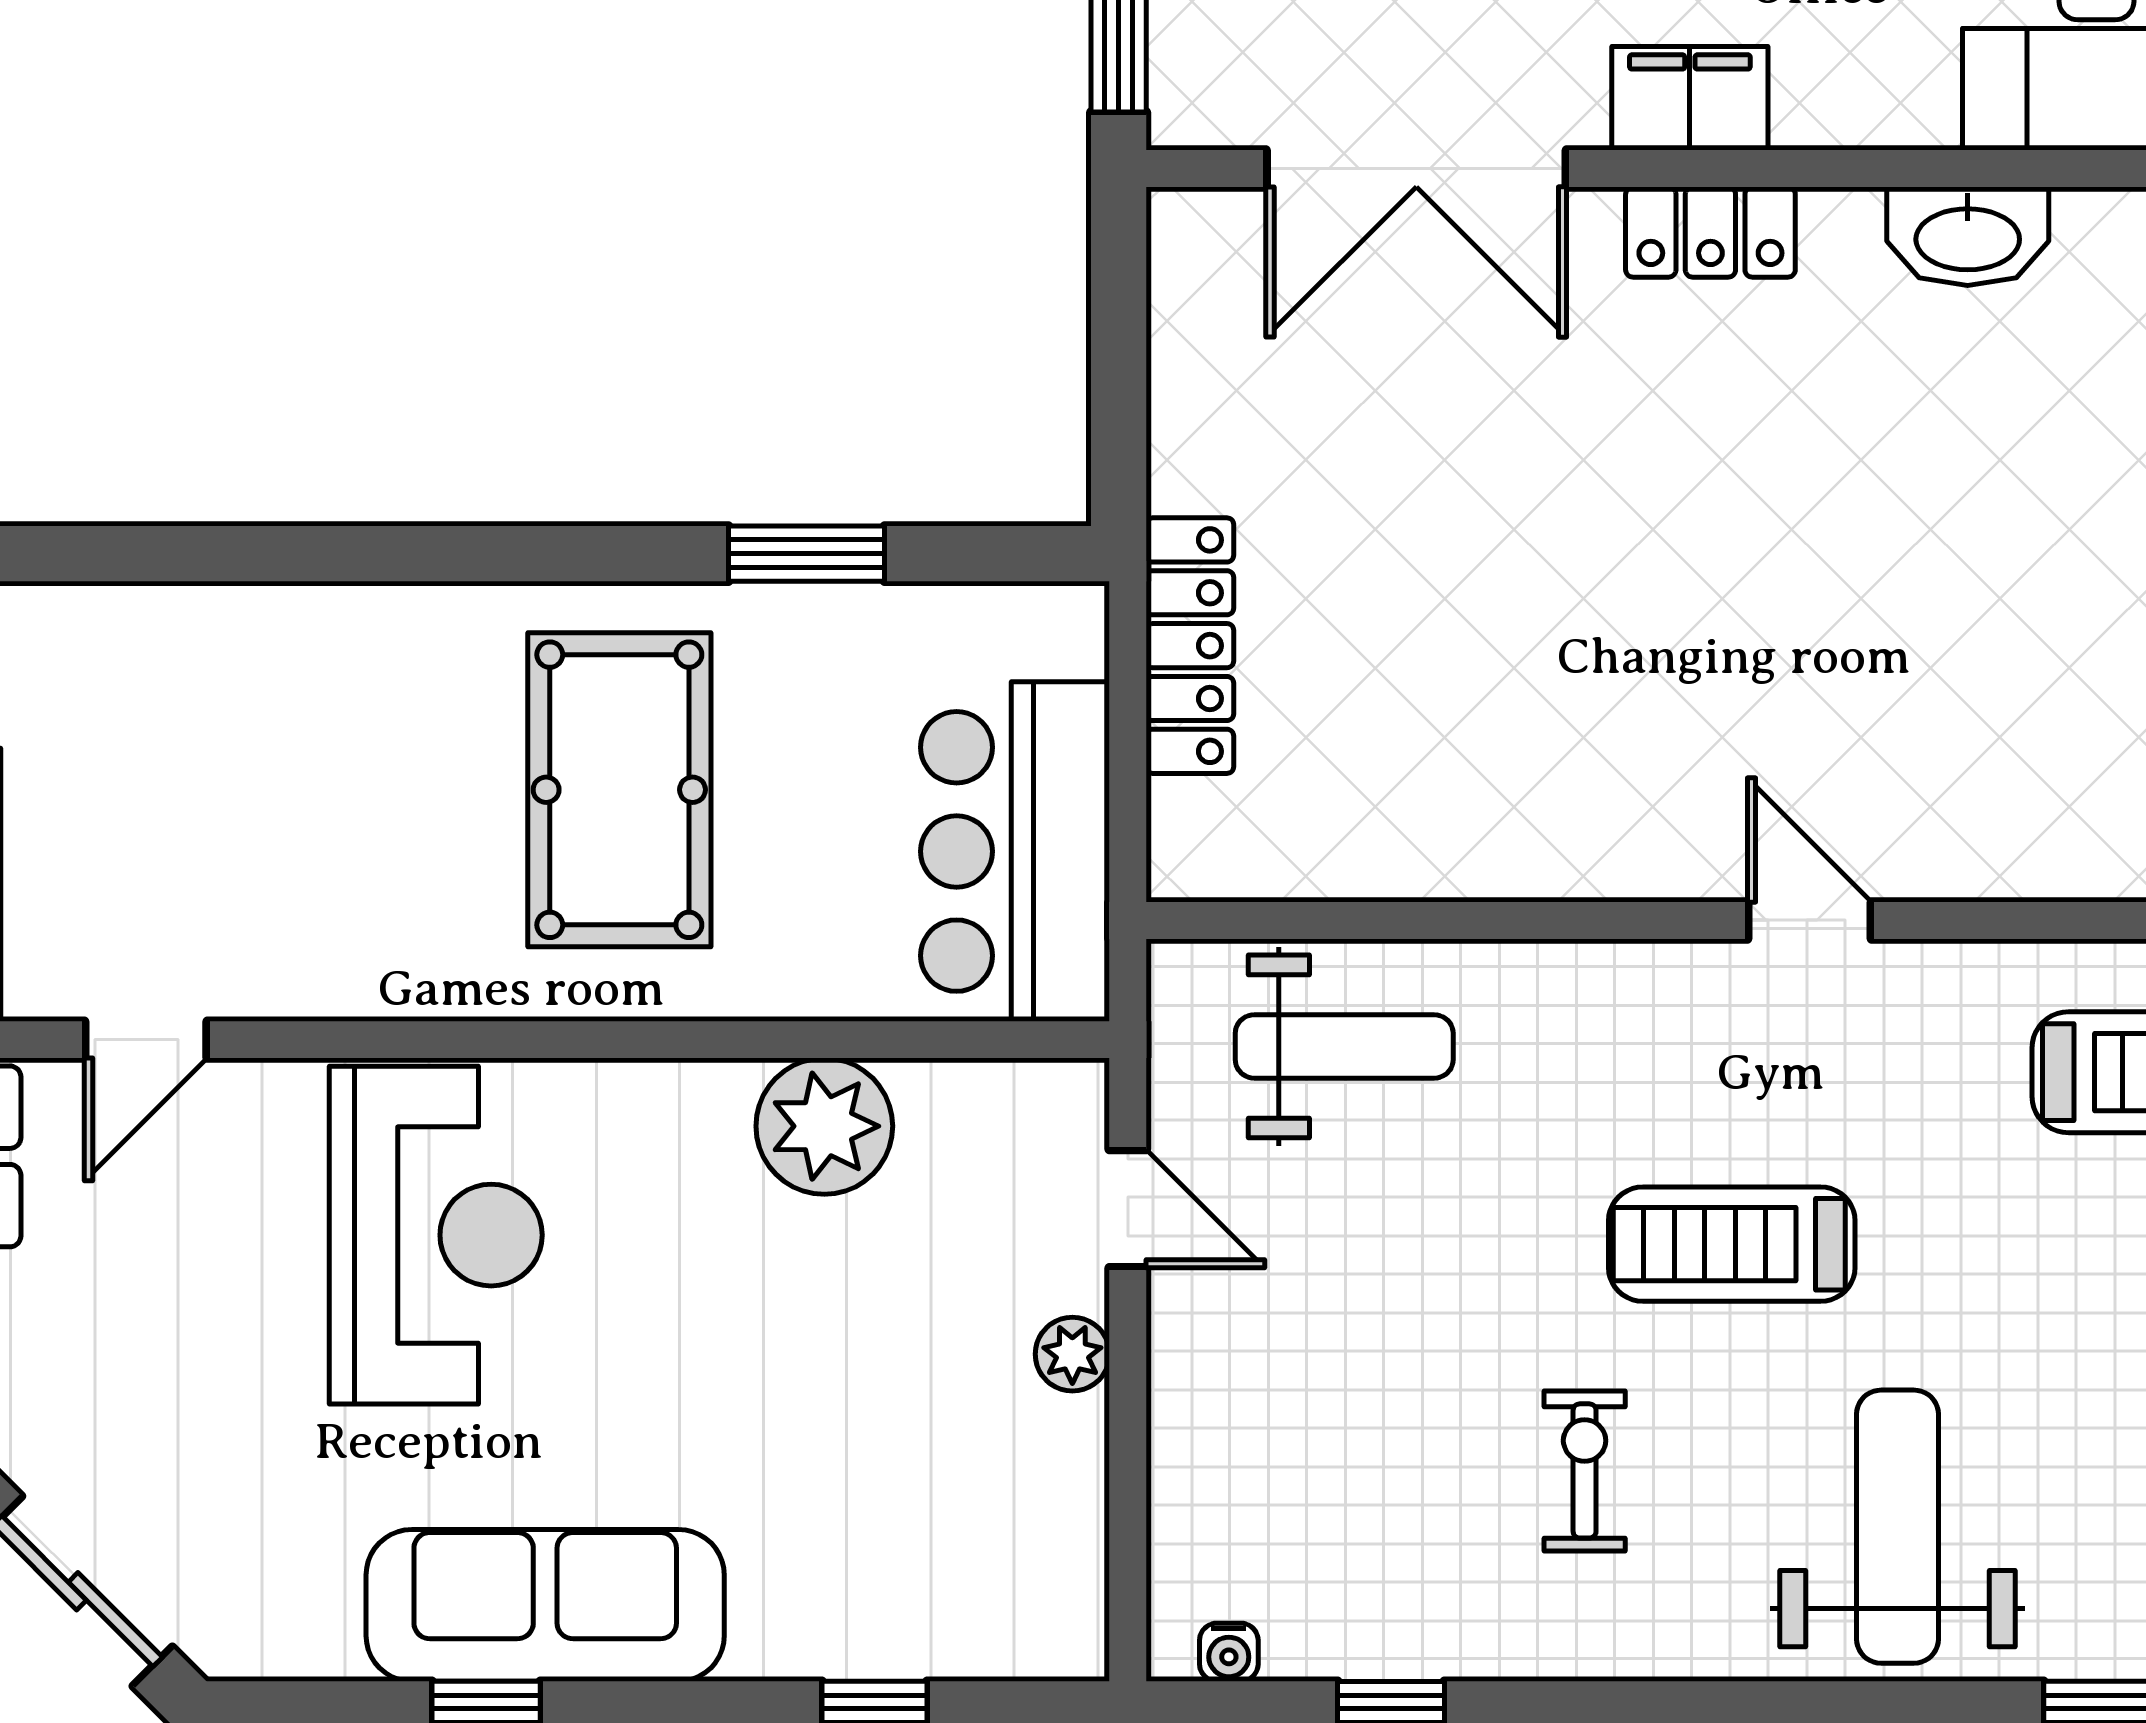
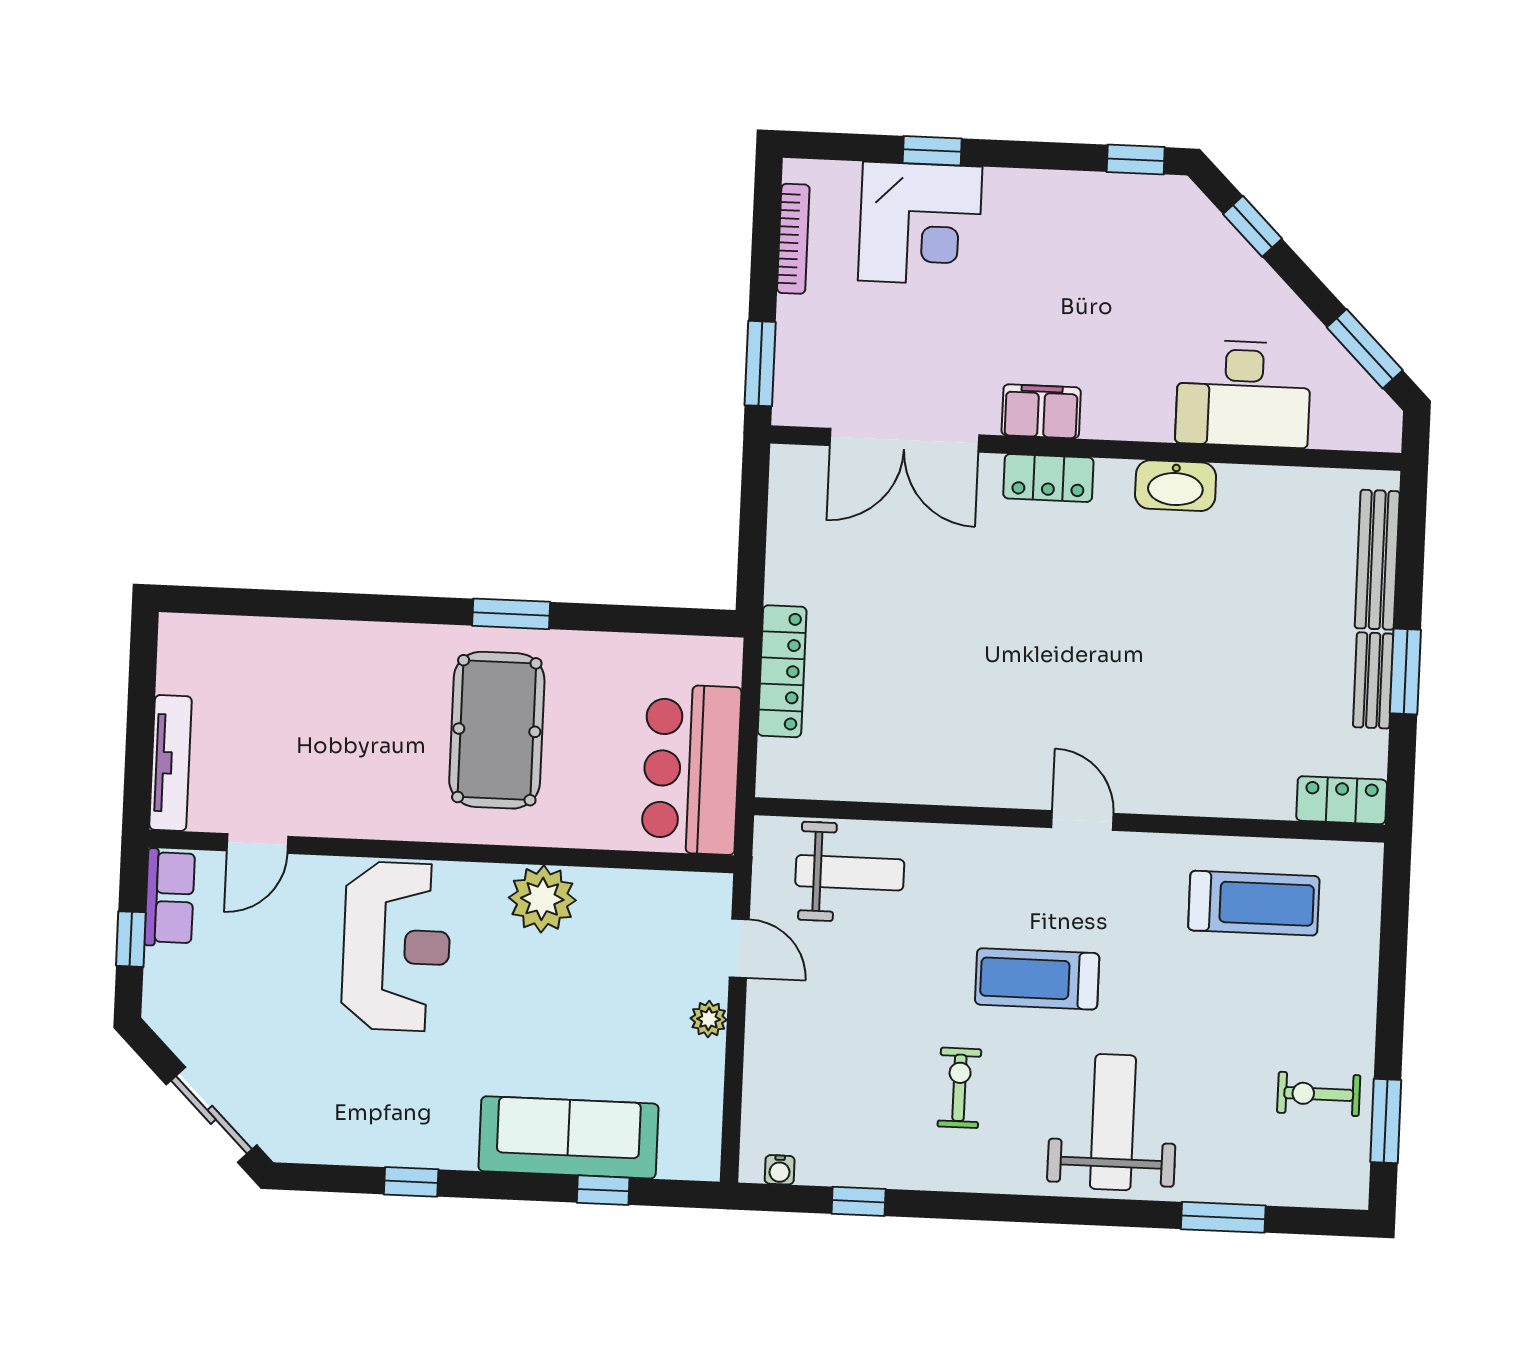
window: (806, 554) -> (511, 614), moved
plant: (824, 1126) -> (542, 899), moved
sofa: (545, 1605) -> (568, 1137), moved

